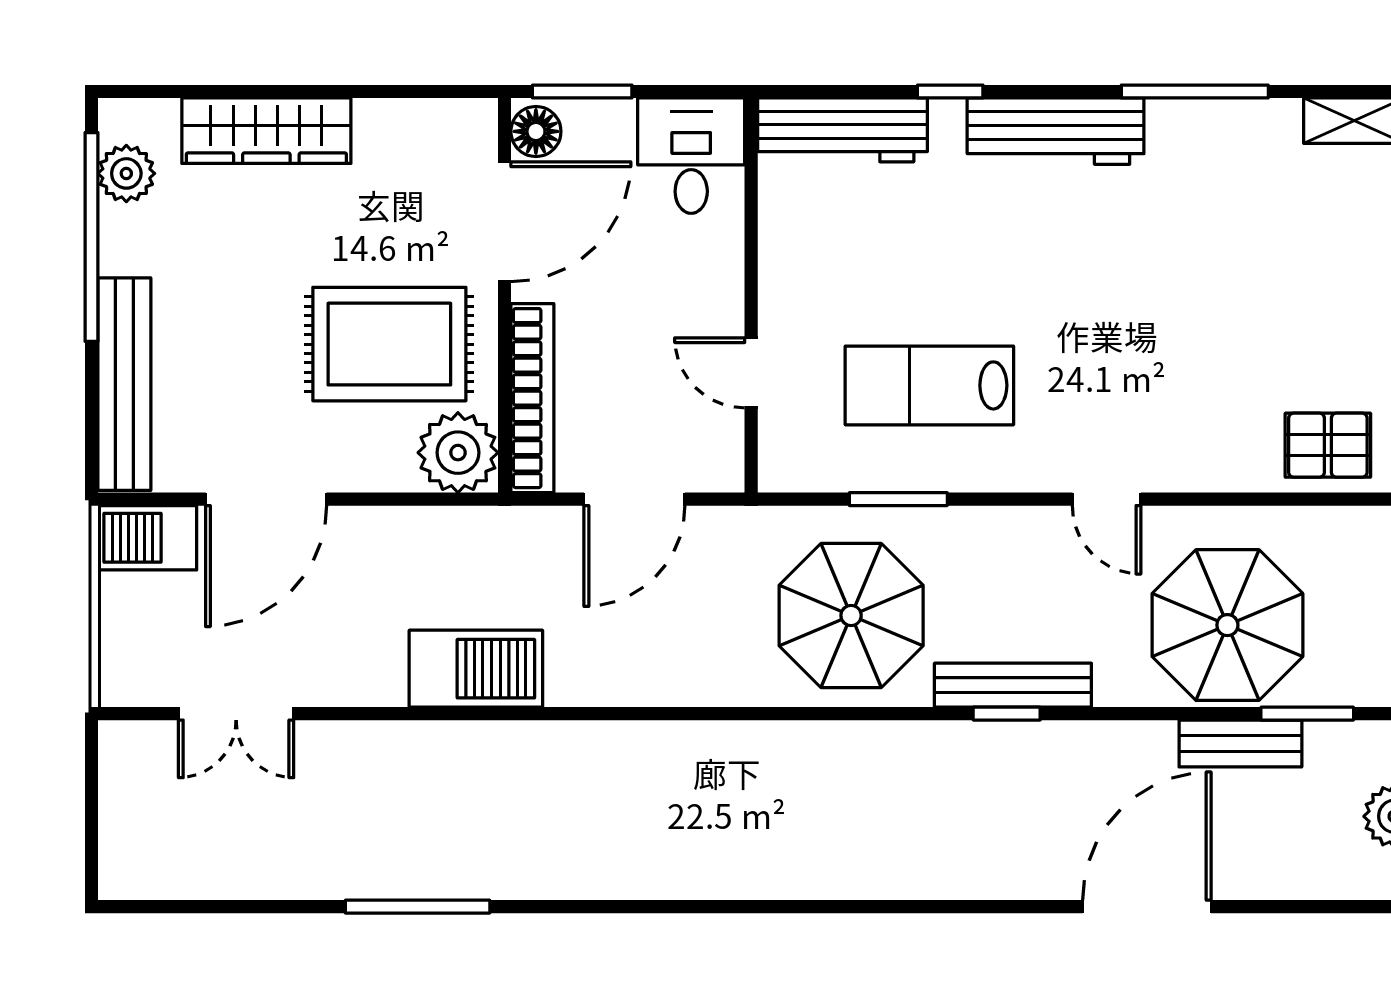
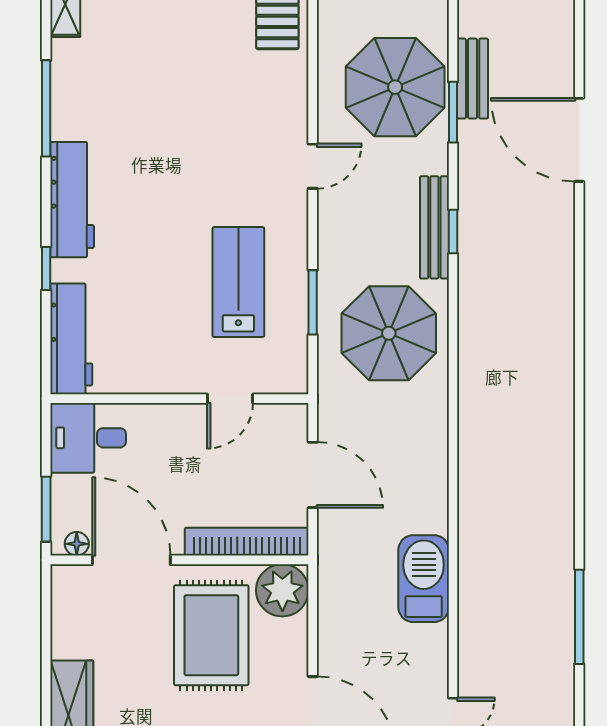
floor lamp: (536, 131) -> (77, 544), width x0.73, depth x0.73
lab bench: (929, 385) -> (238, 282), turned 180
window: (1307, 714) -> (453, 112), moved

